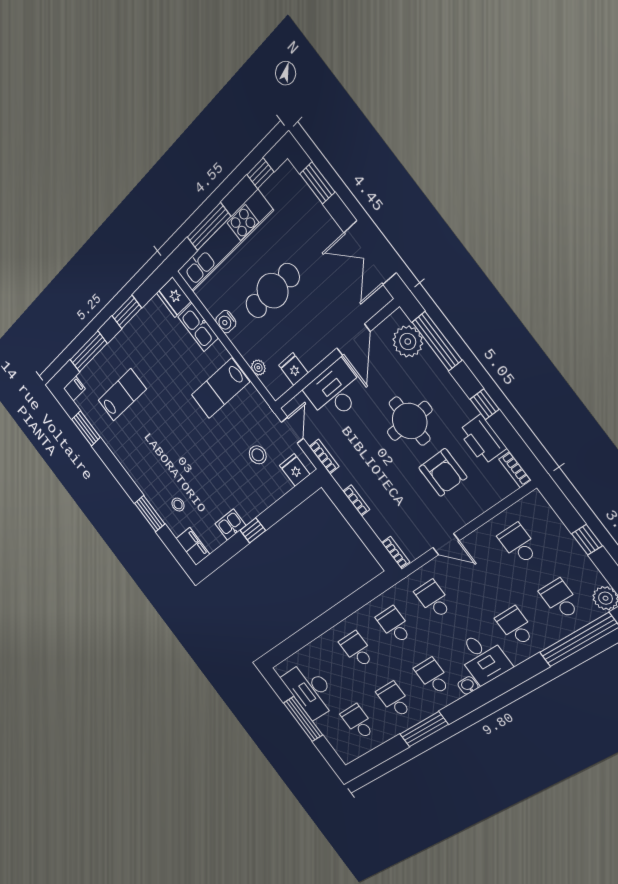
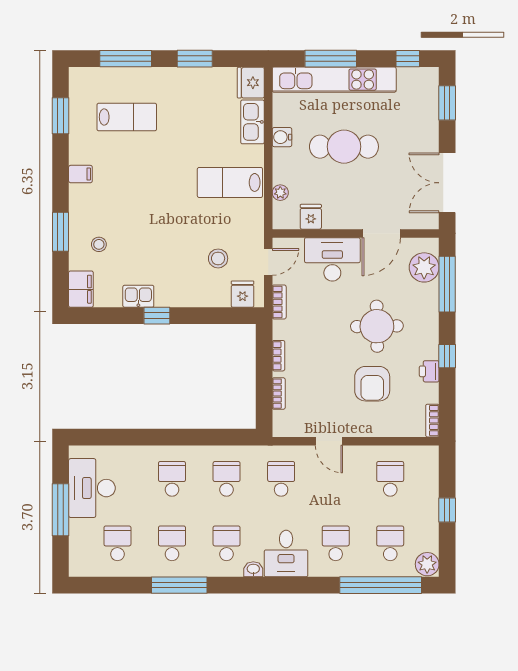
filing cabinet: (74, 389) -> (80, 174), moved
printer: (482, 439) -> (429, 371), width x0.53, depth x0.68
bookcase: (396, 552) -> (279, 394), moved

